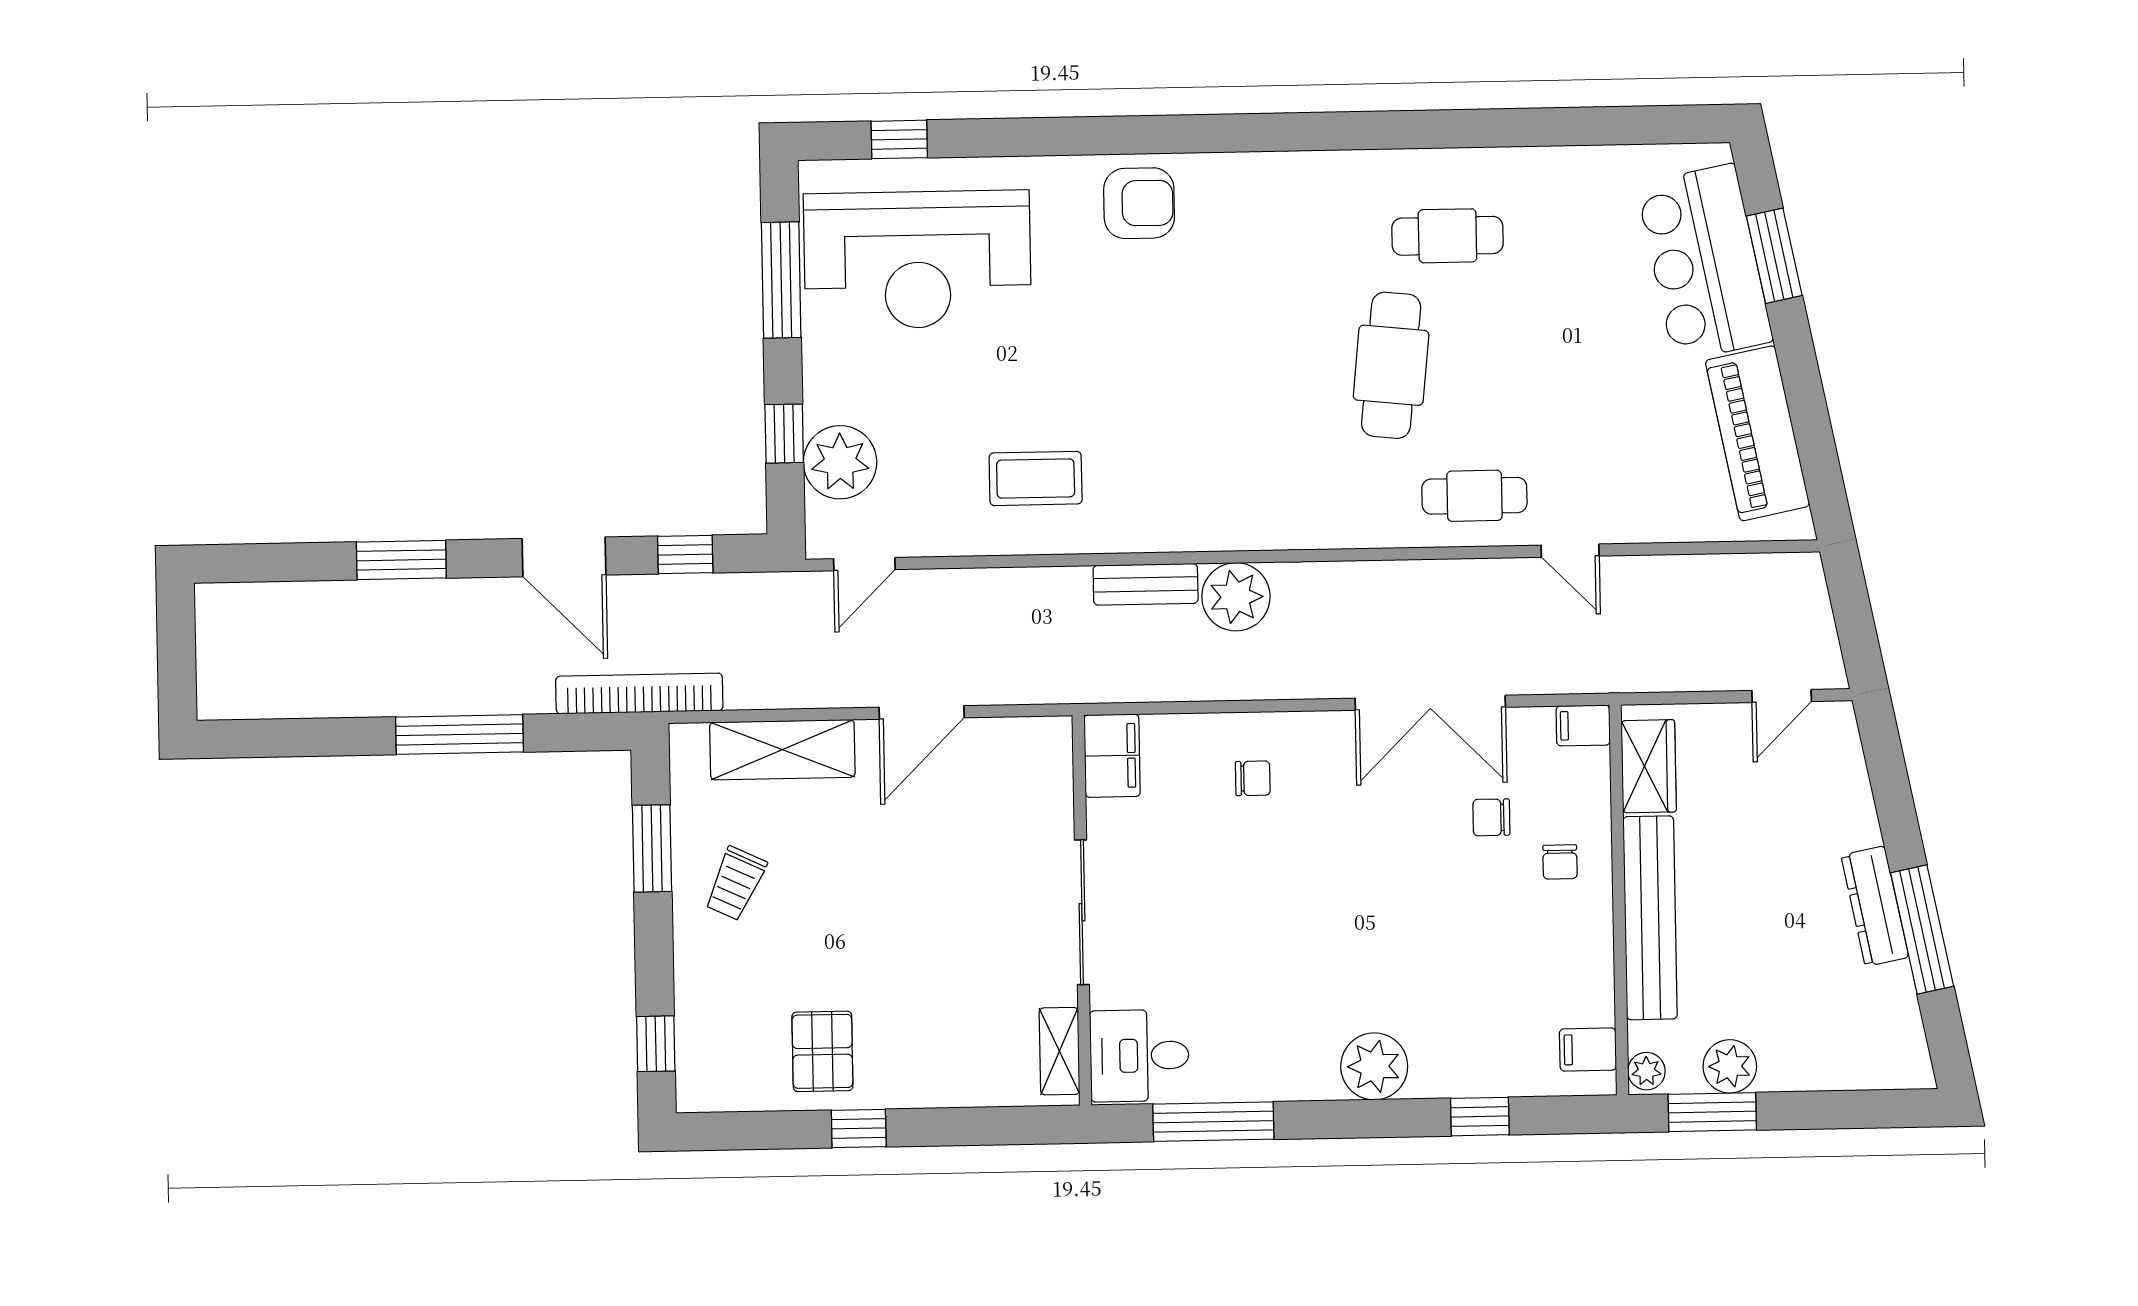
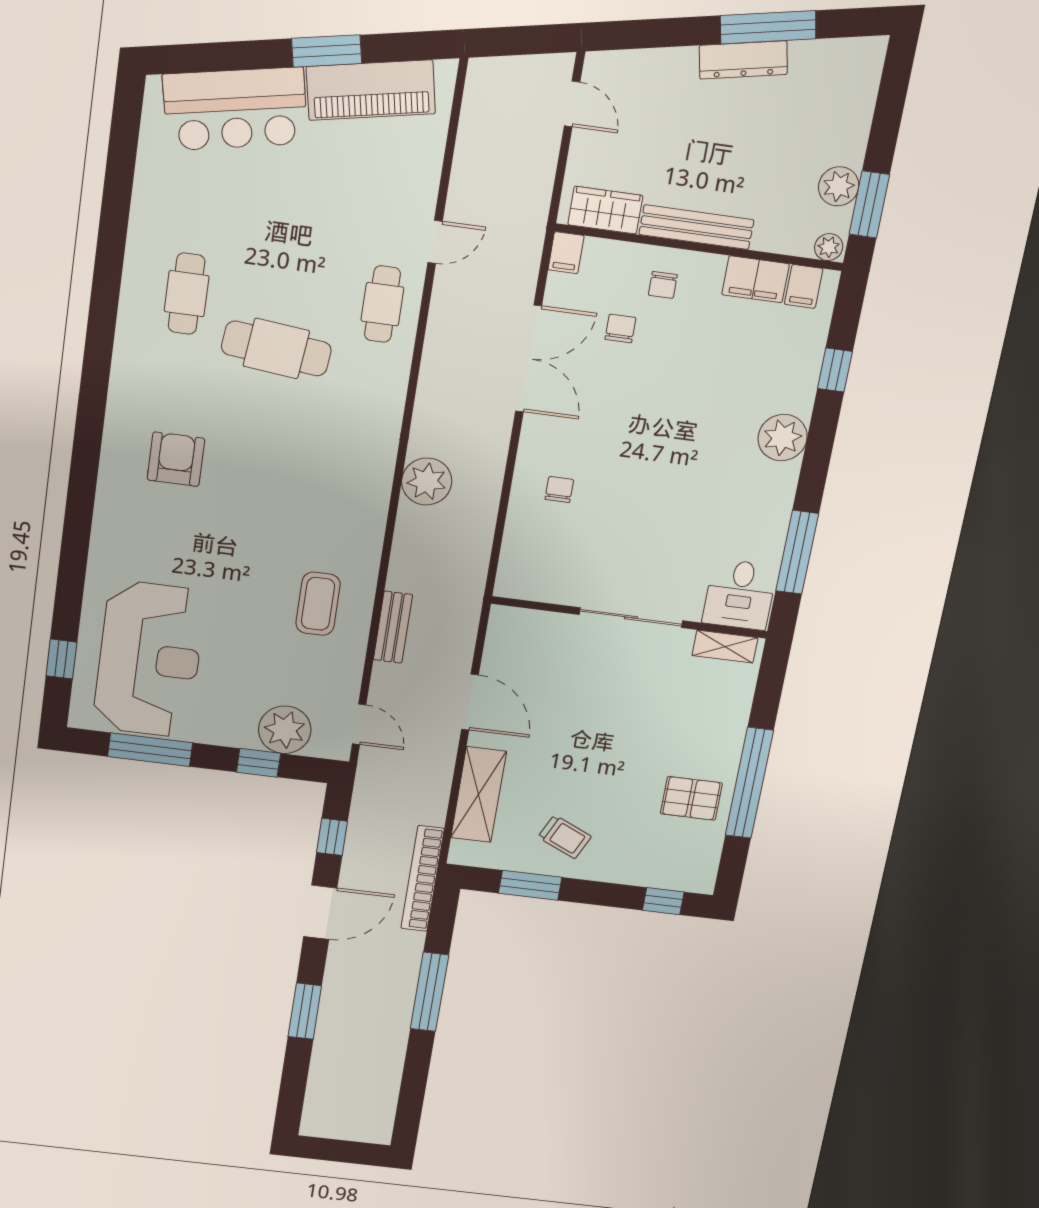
armchair: (1139, 203) -> (176, 459), moved
window: (1774, 256) -> (327, 51), moved
bench: (1146, 584) -> (393, 627), moved
filing cabinet: (1112, 756) -> (756, 279), moved, turned 180
chair: (1491, 817) -> (620, 328), turned 180
chair: (1560, 862) -> (663, 285), turned 90
bench: (1650, 918) -> (696, 227), width x0.73, depth x0.82
window: (859, 1128) -> (749, 783), width x3.17

